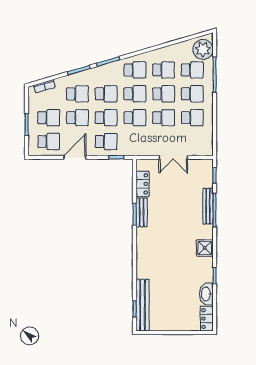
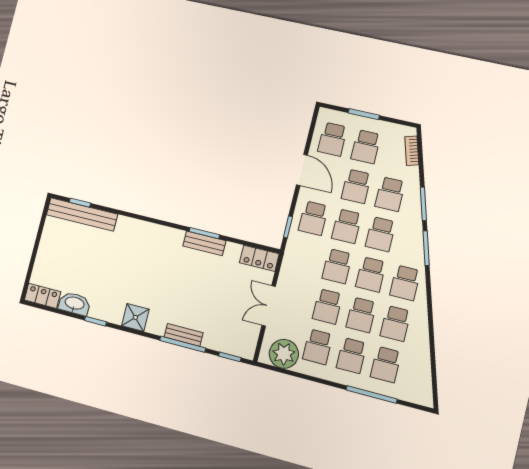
plant: (203, 49) -> (284, 354), moved
locker: (143, 184) -> (259, 258), moved
bench: (208, 206) -> (184, 335), width x0.73

